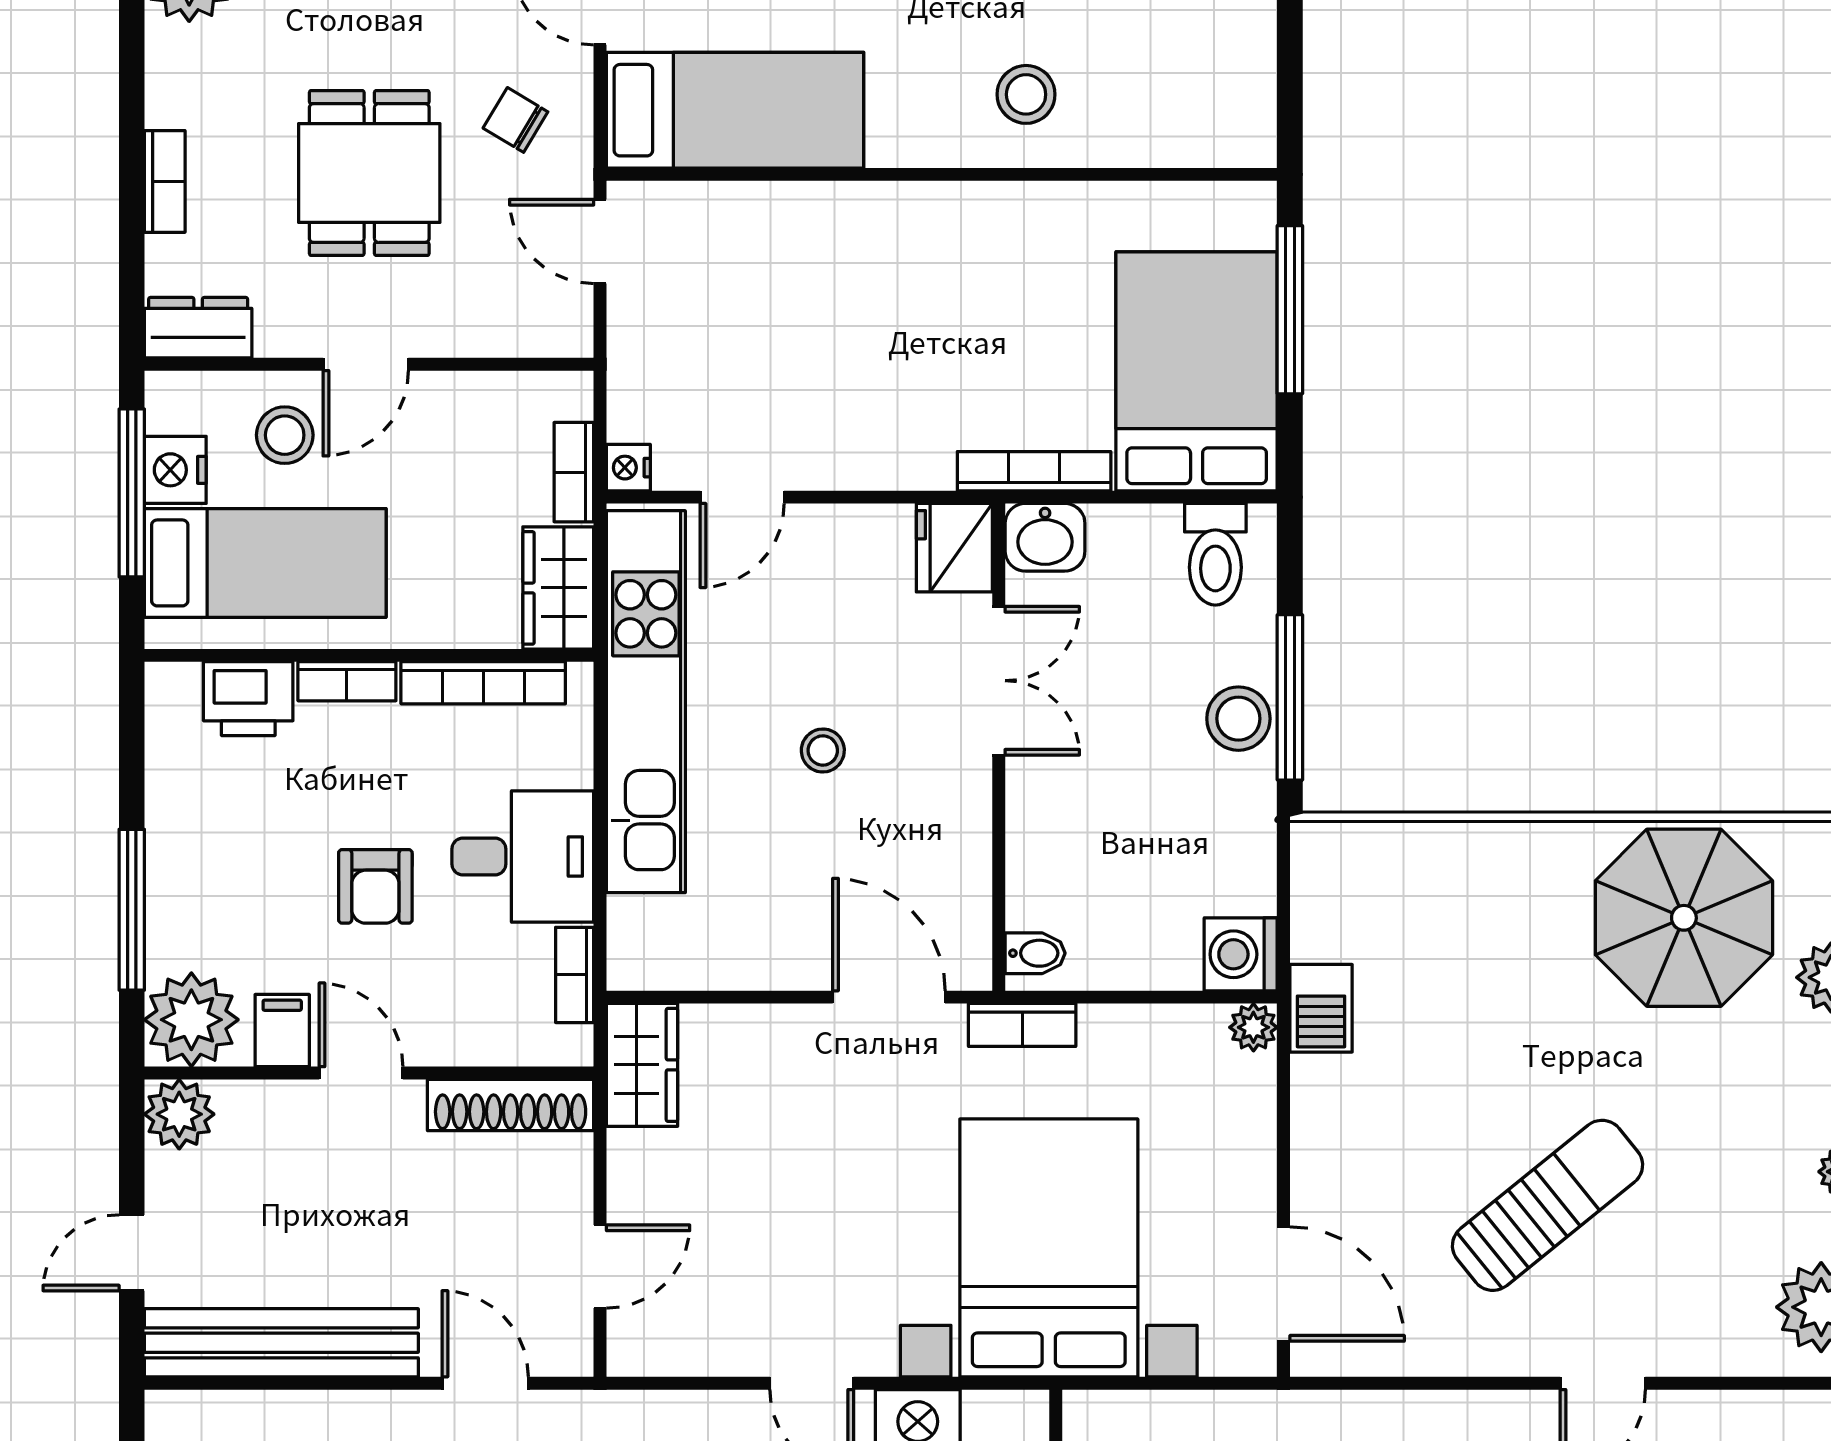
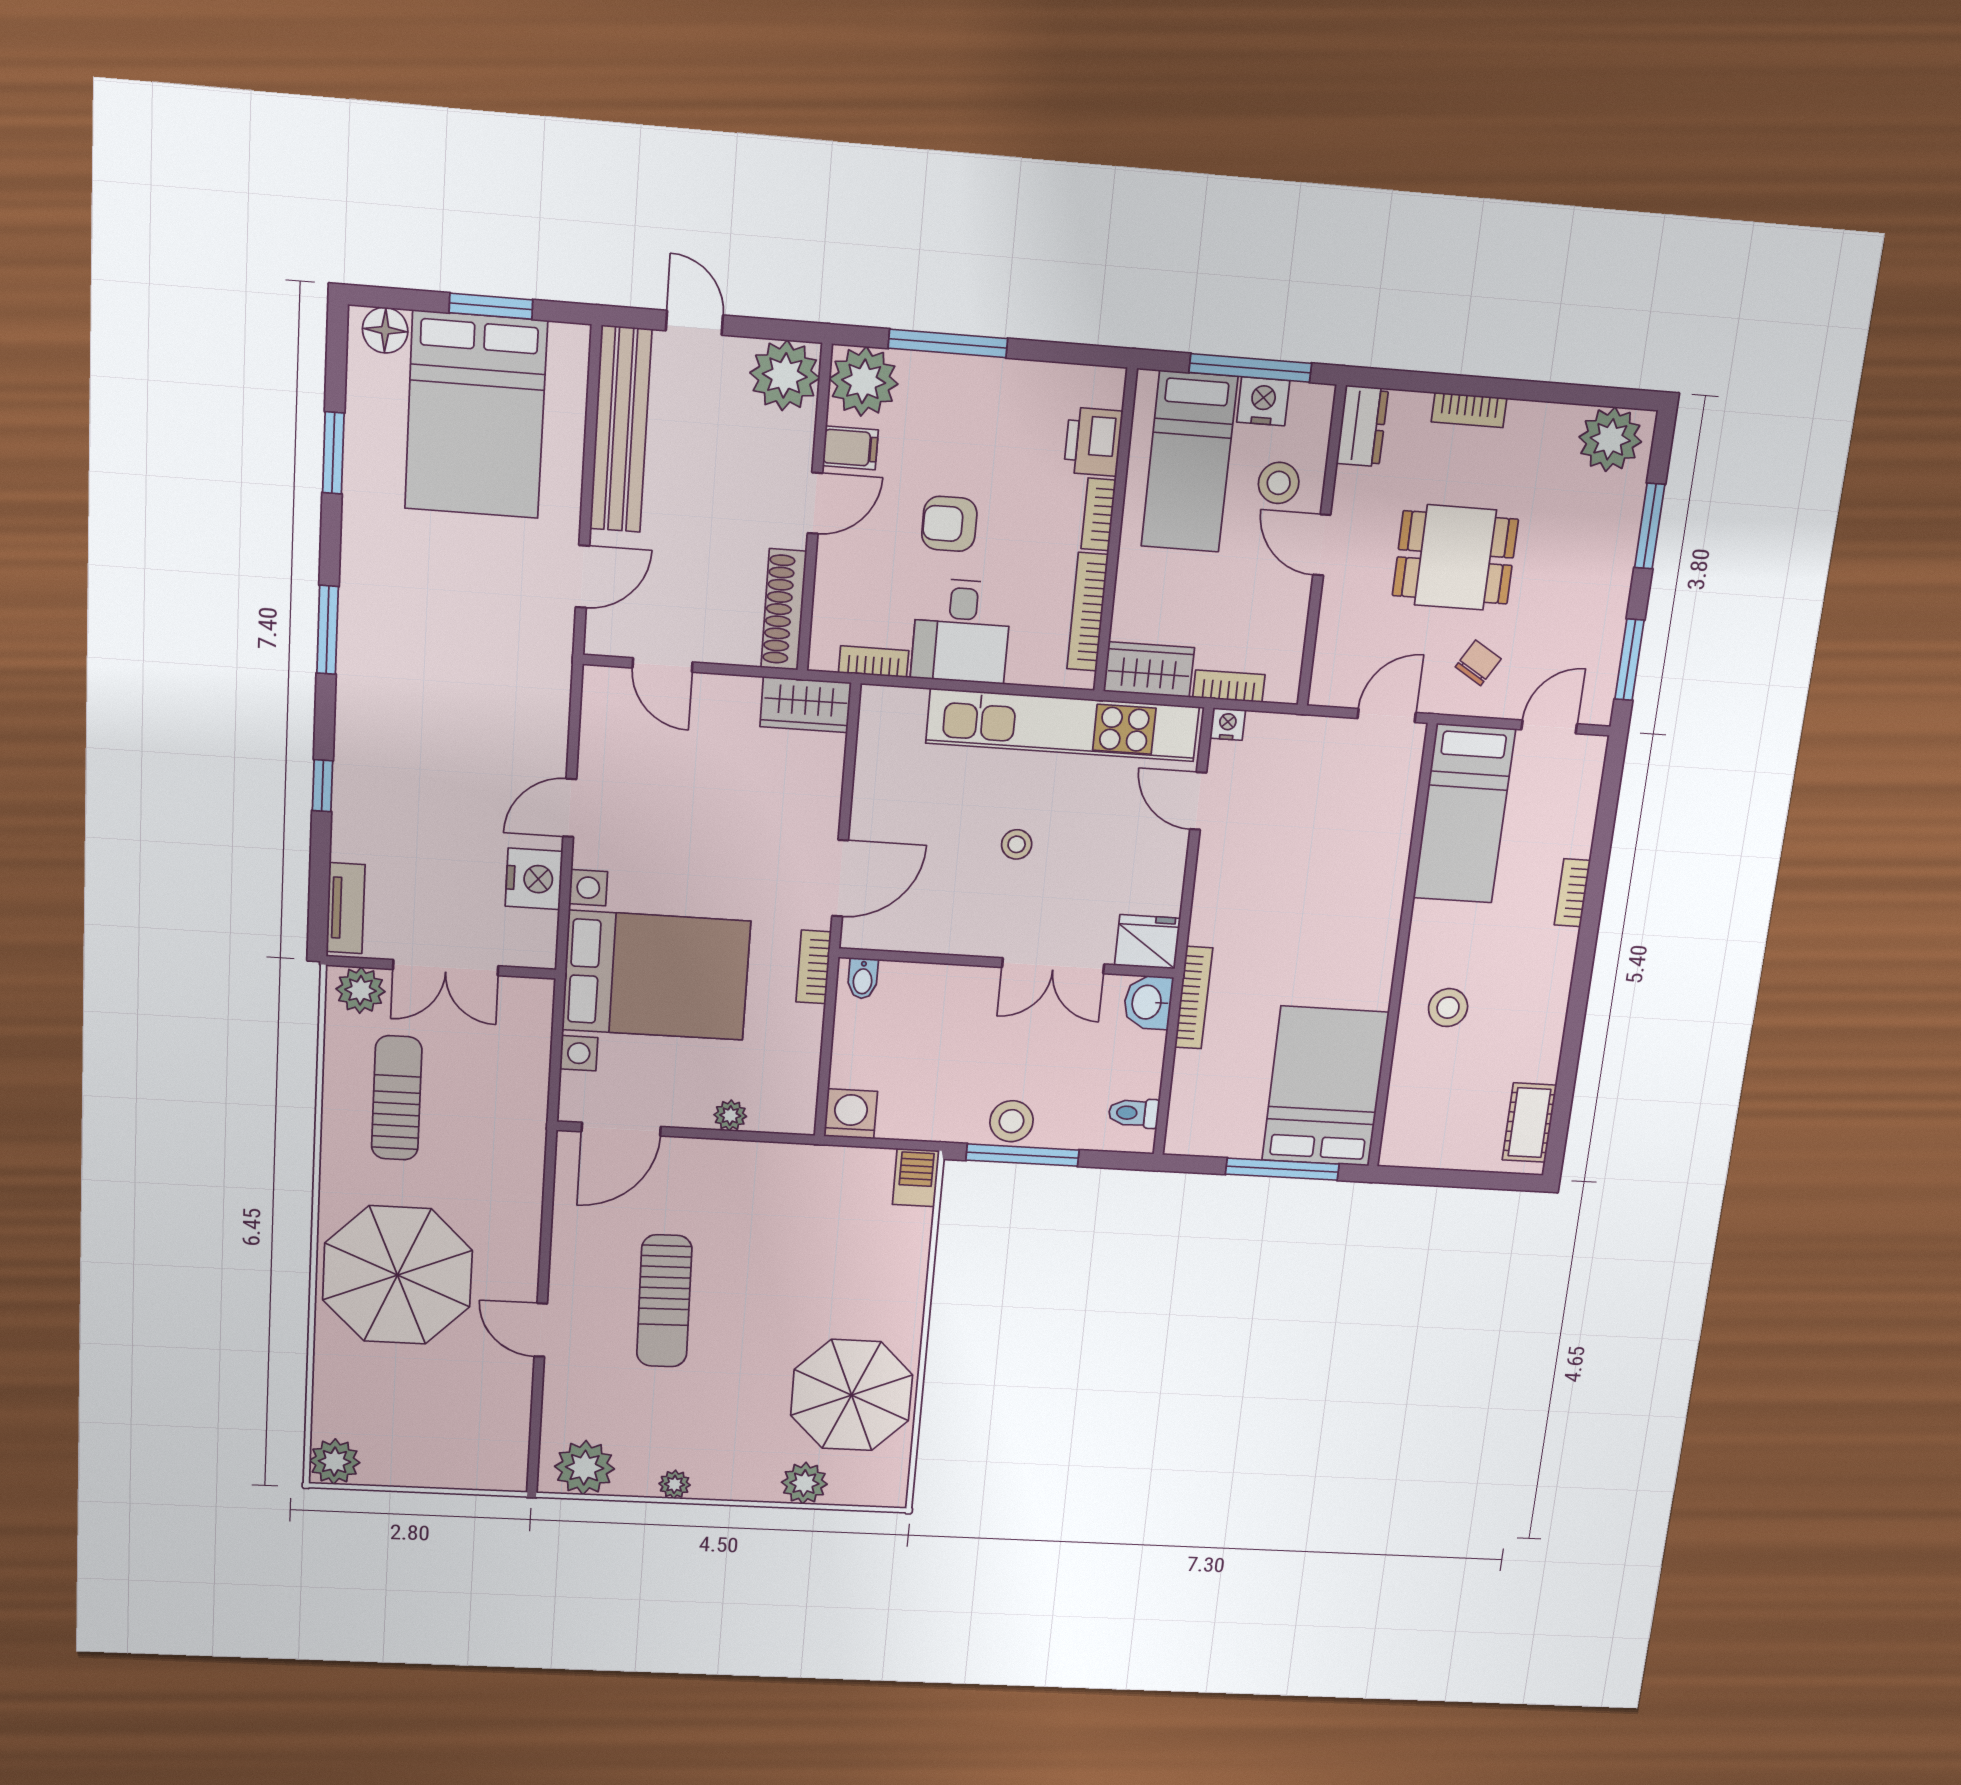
bed: (1197, 371) -> (1325, 1086), moved, turned -90
toilet: (1215, 554) -> (1134, 1113), width x0.73, depth x0.72
barbecue: (1321, 1008) -> (916, 1178), moved, turned 90
plant: (1253, 1027) -> (730, 1115), moved
plant: (179, 1114) -> (785, 375), width x1.36, depth x1.36
sun lounger: (1547, 1205) -> (664, 1301), turned 38

